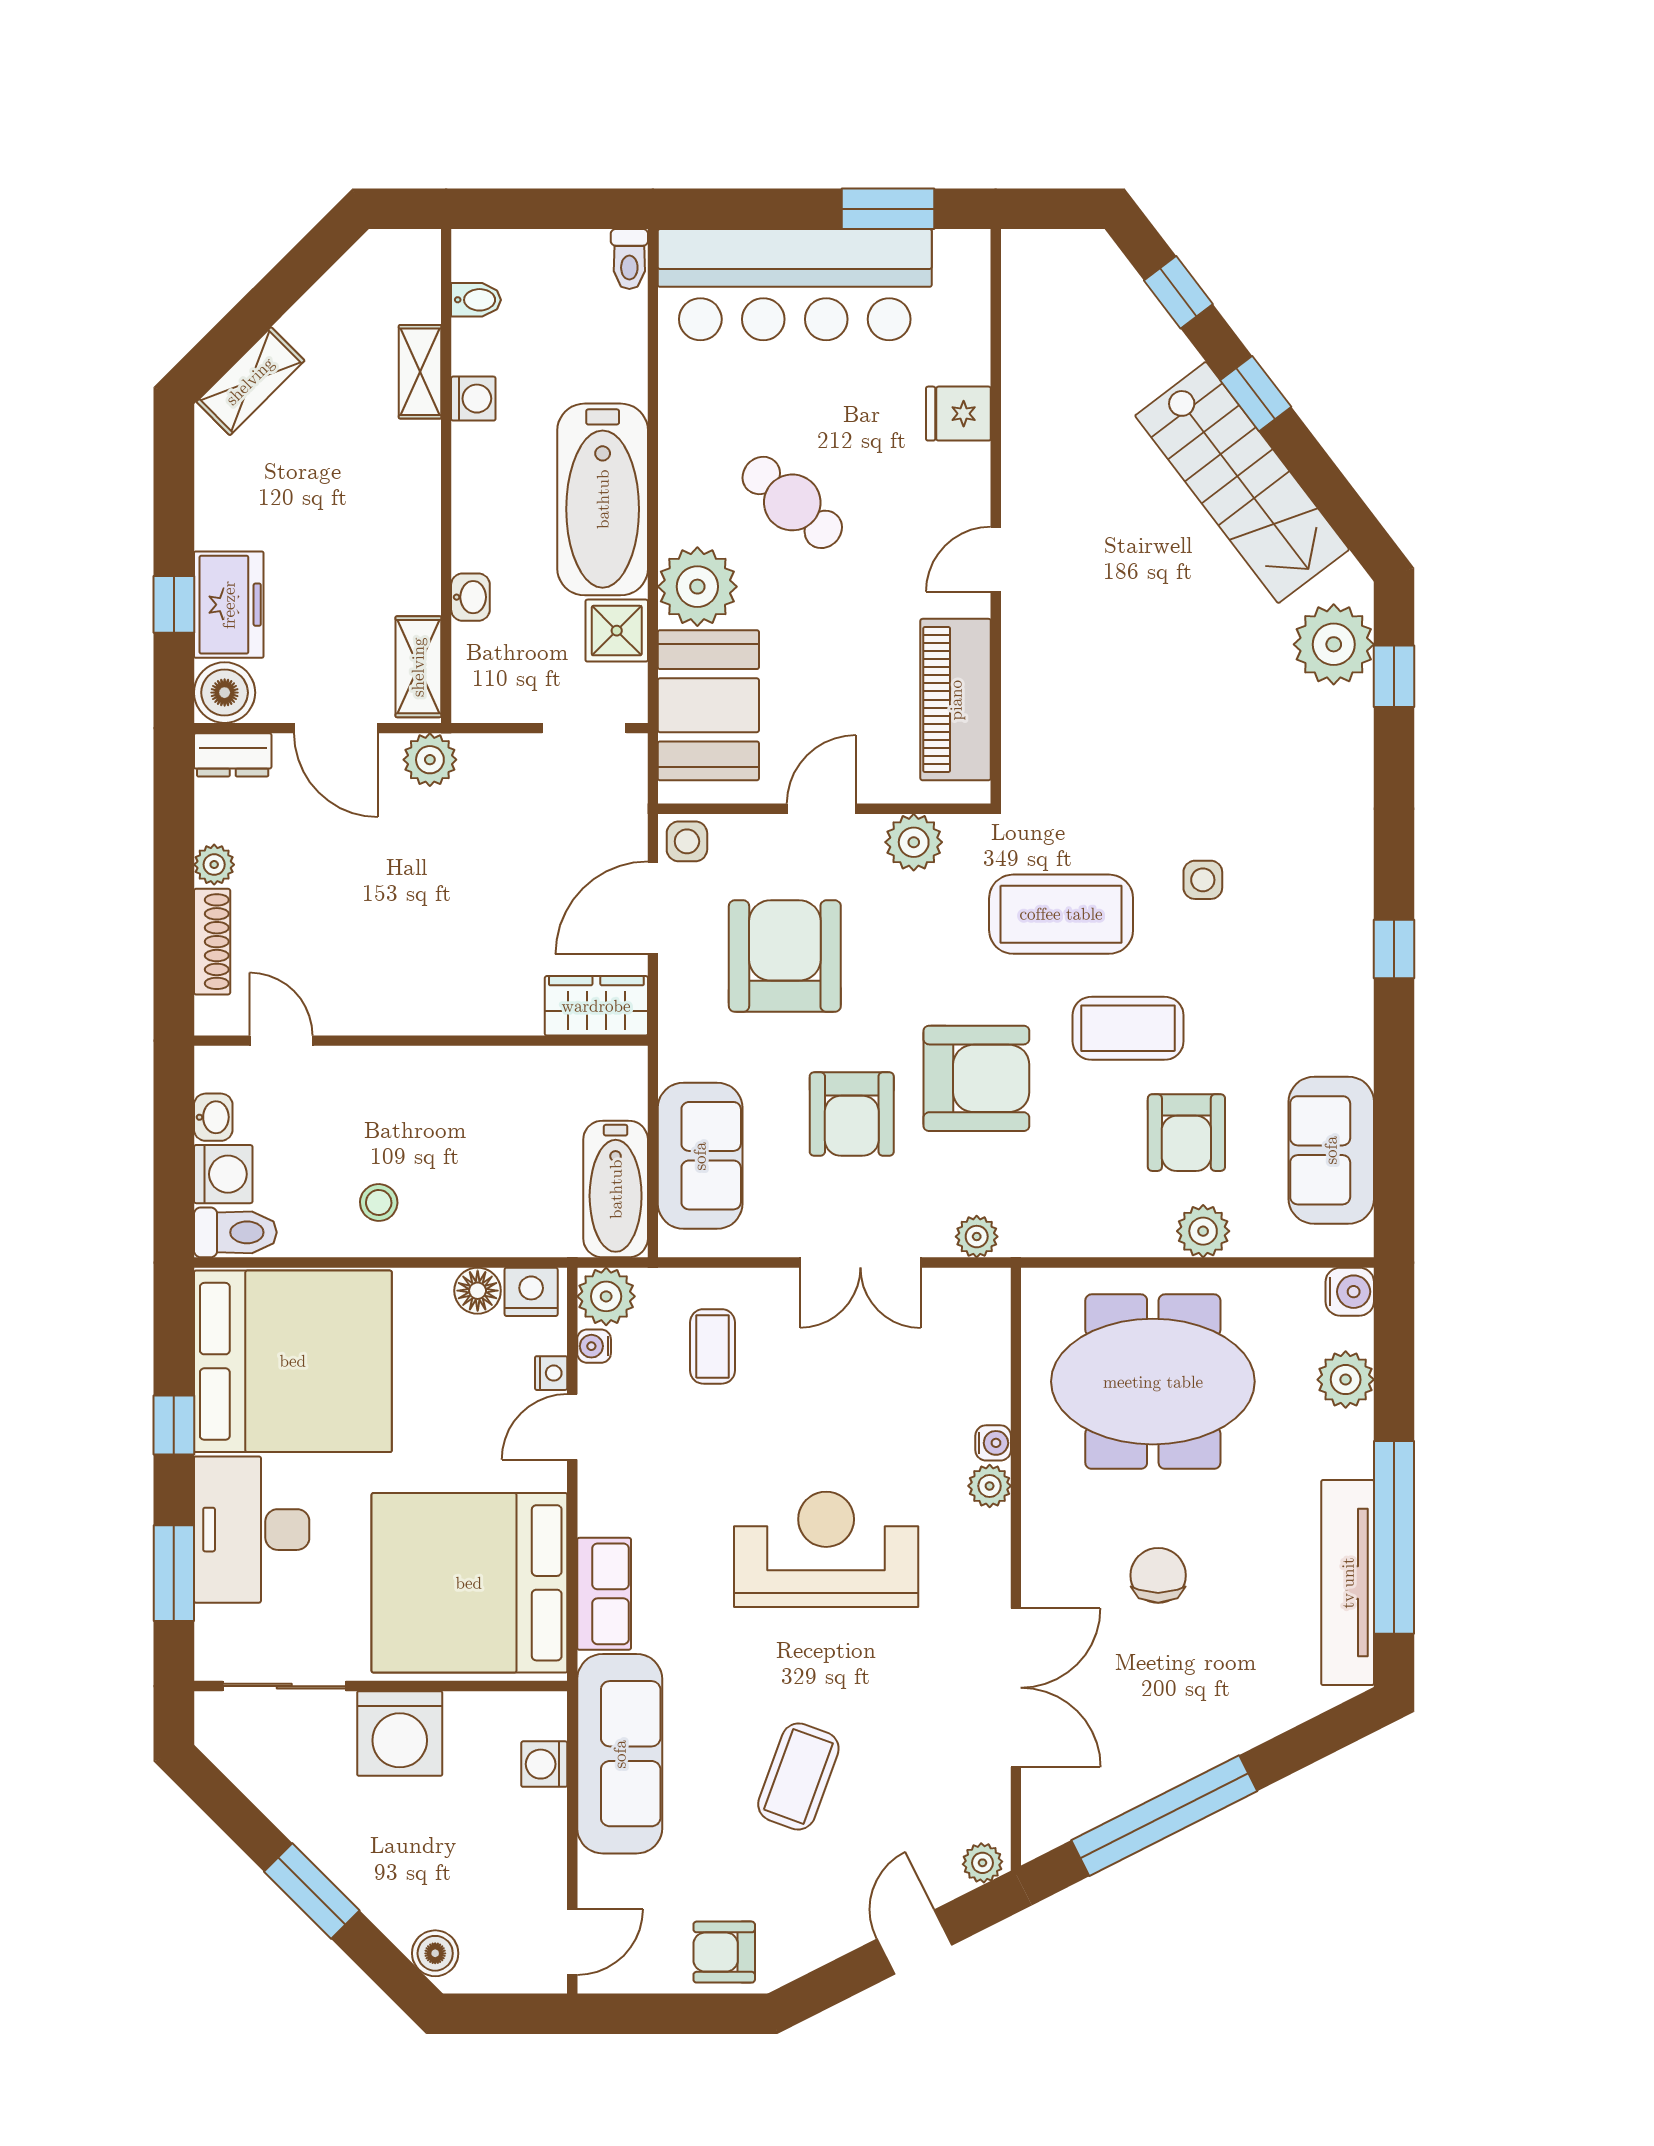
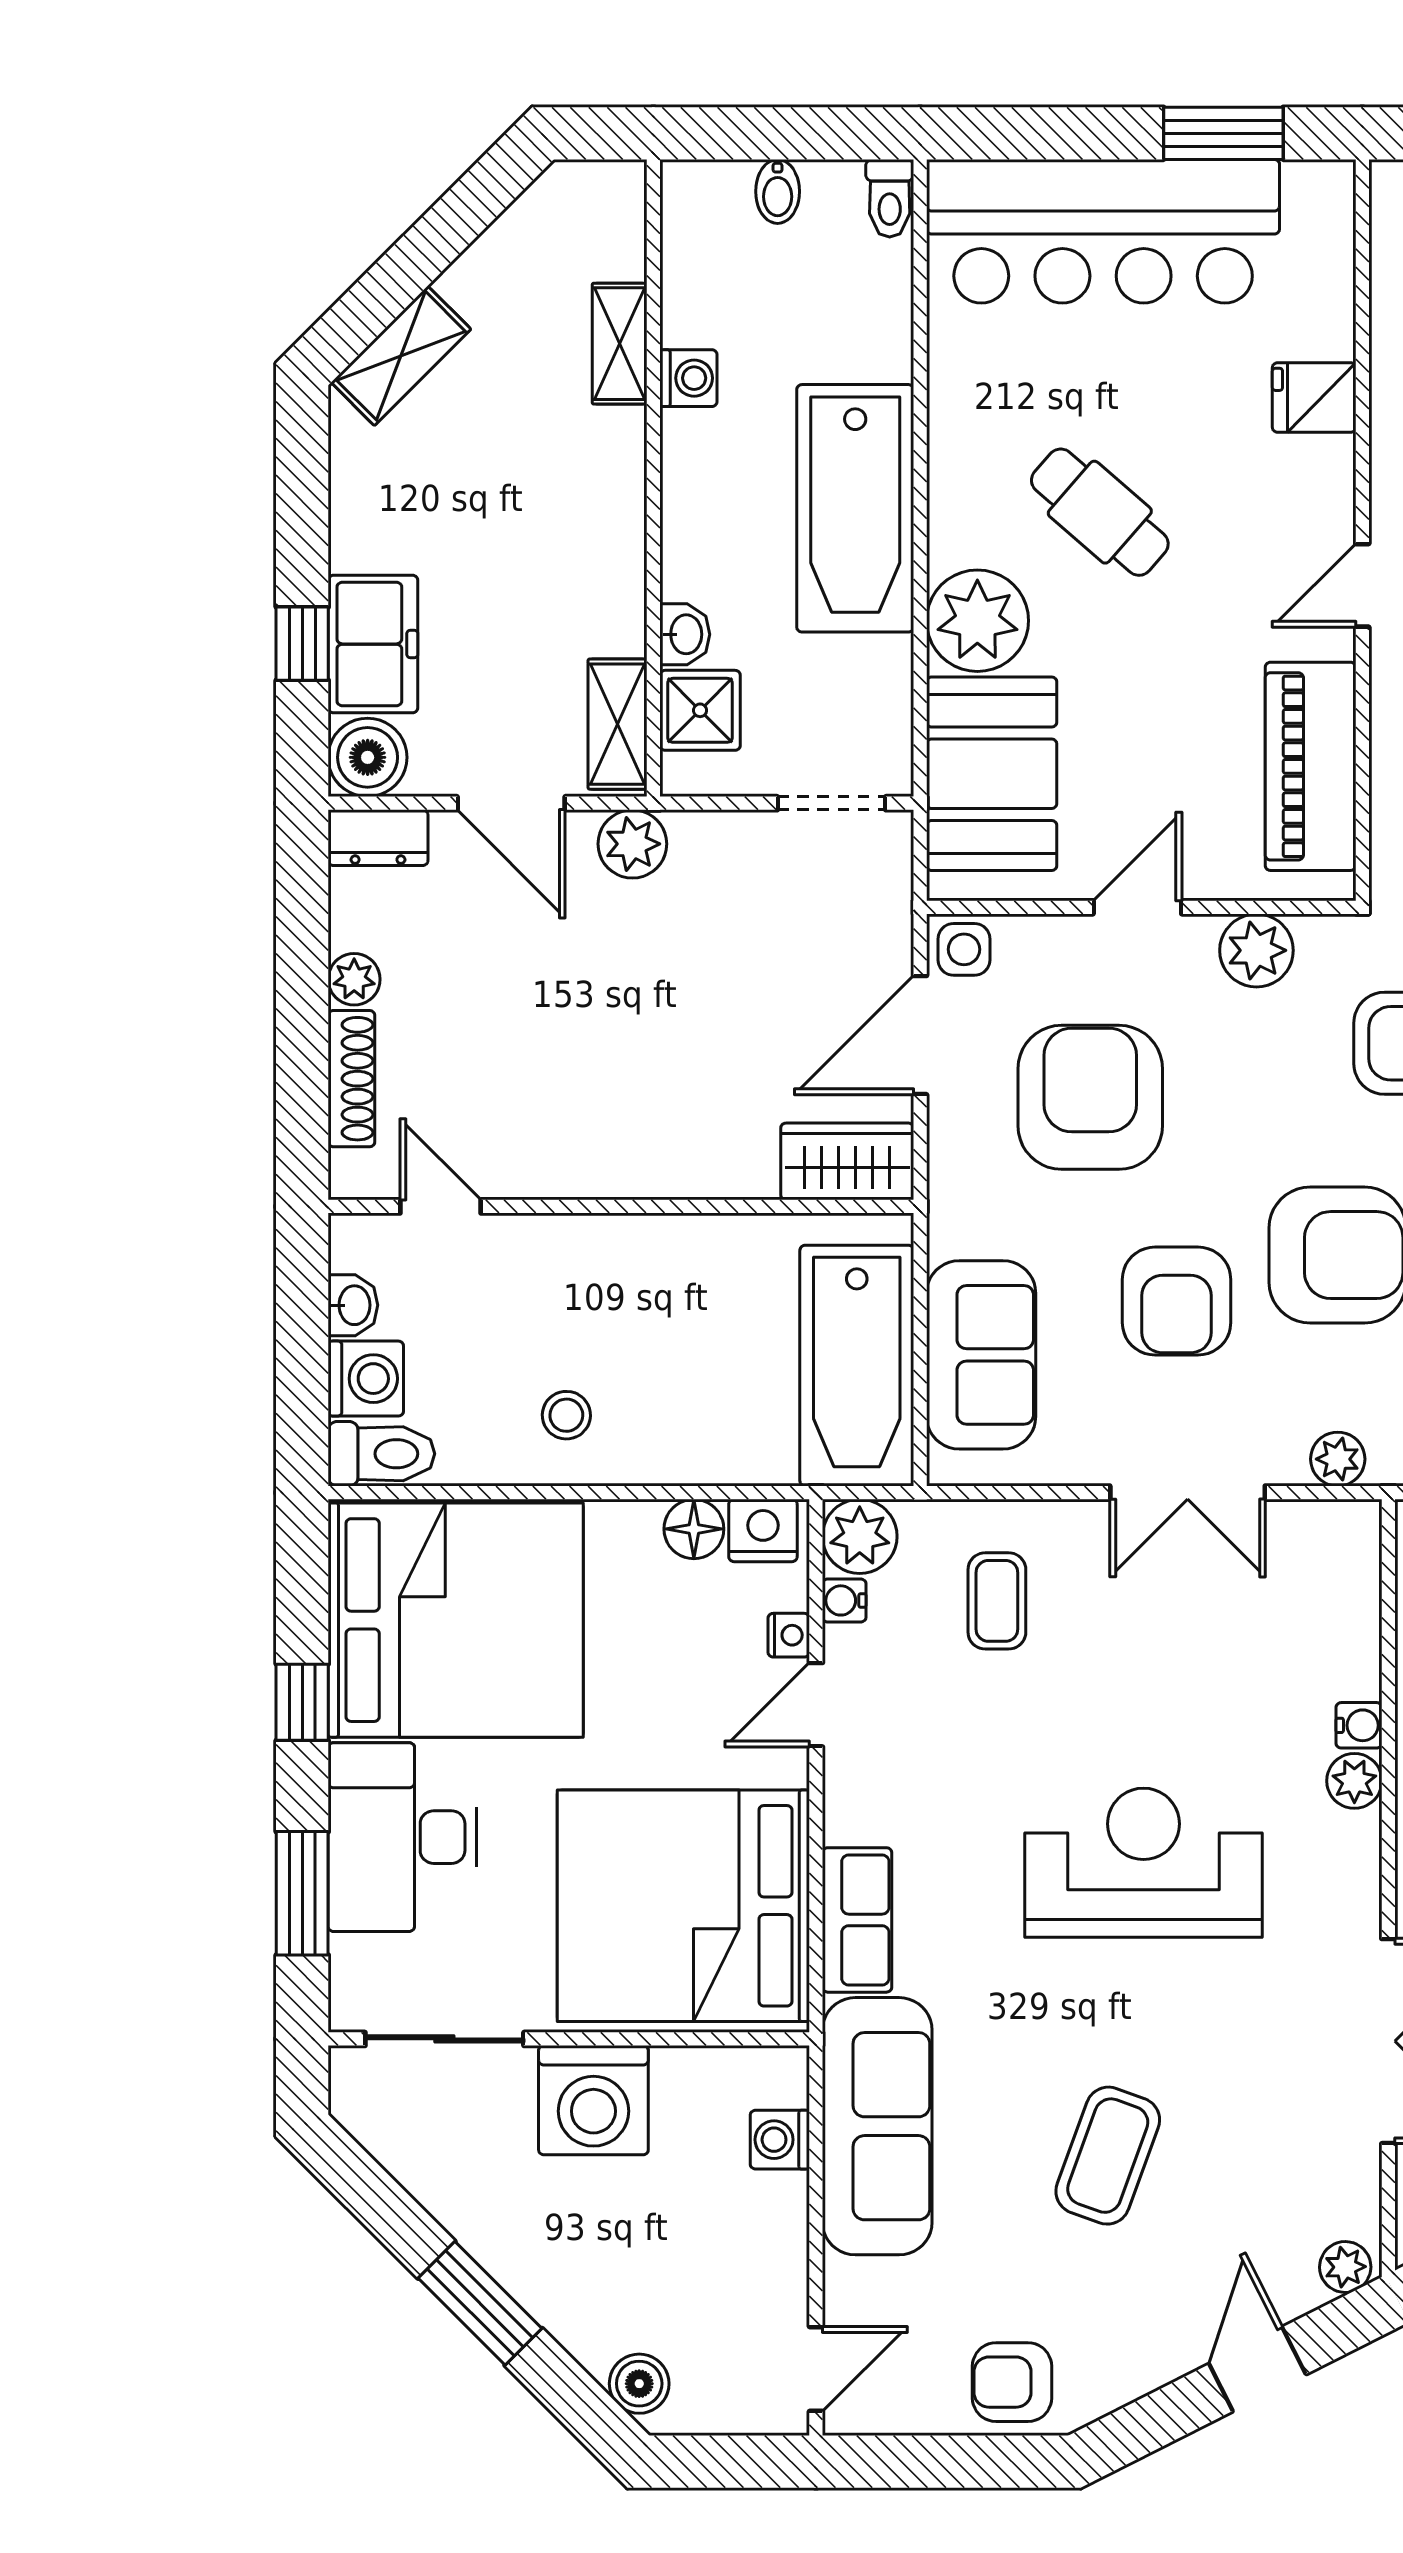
bidet: (476, 300) -> (778, 191), moved, turned 90
shower: (617, 631) -> (700, 710), moved
bathtub: (616, 1189) -> (857, 1366), width x1.36, depth x1.36

